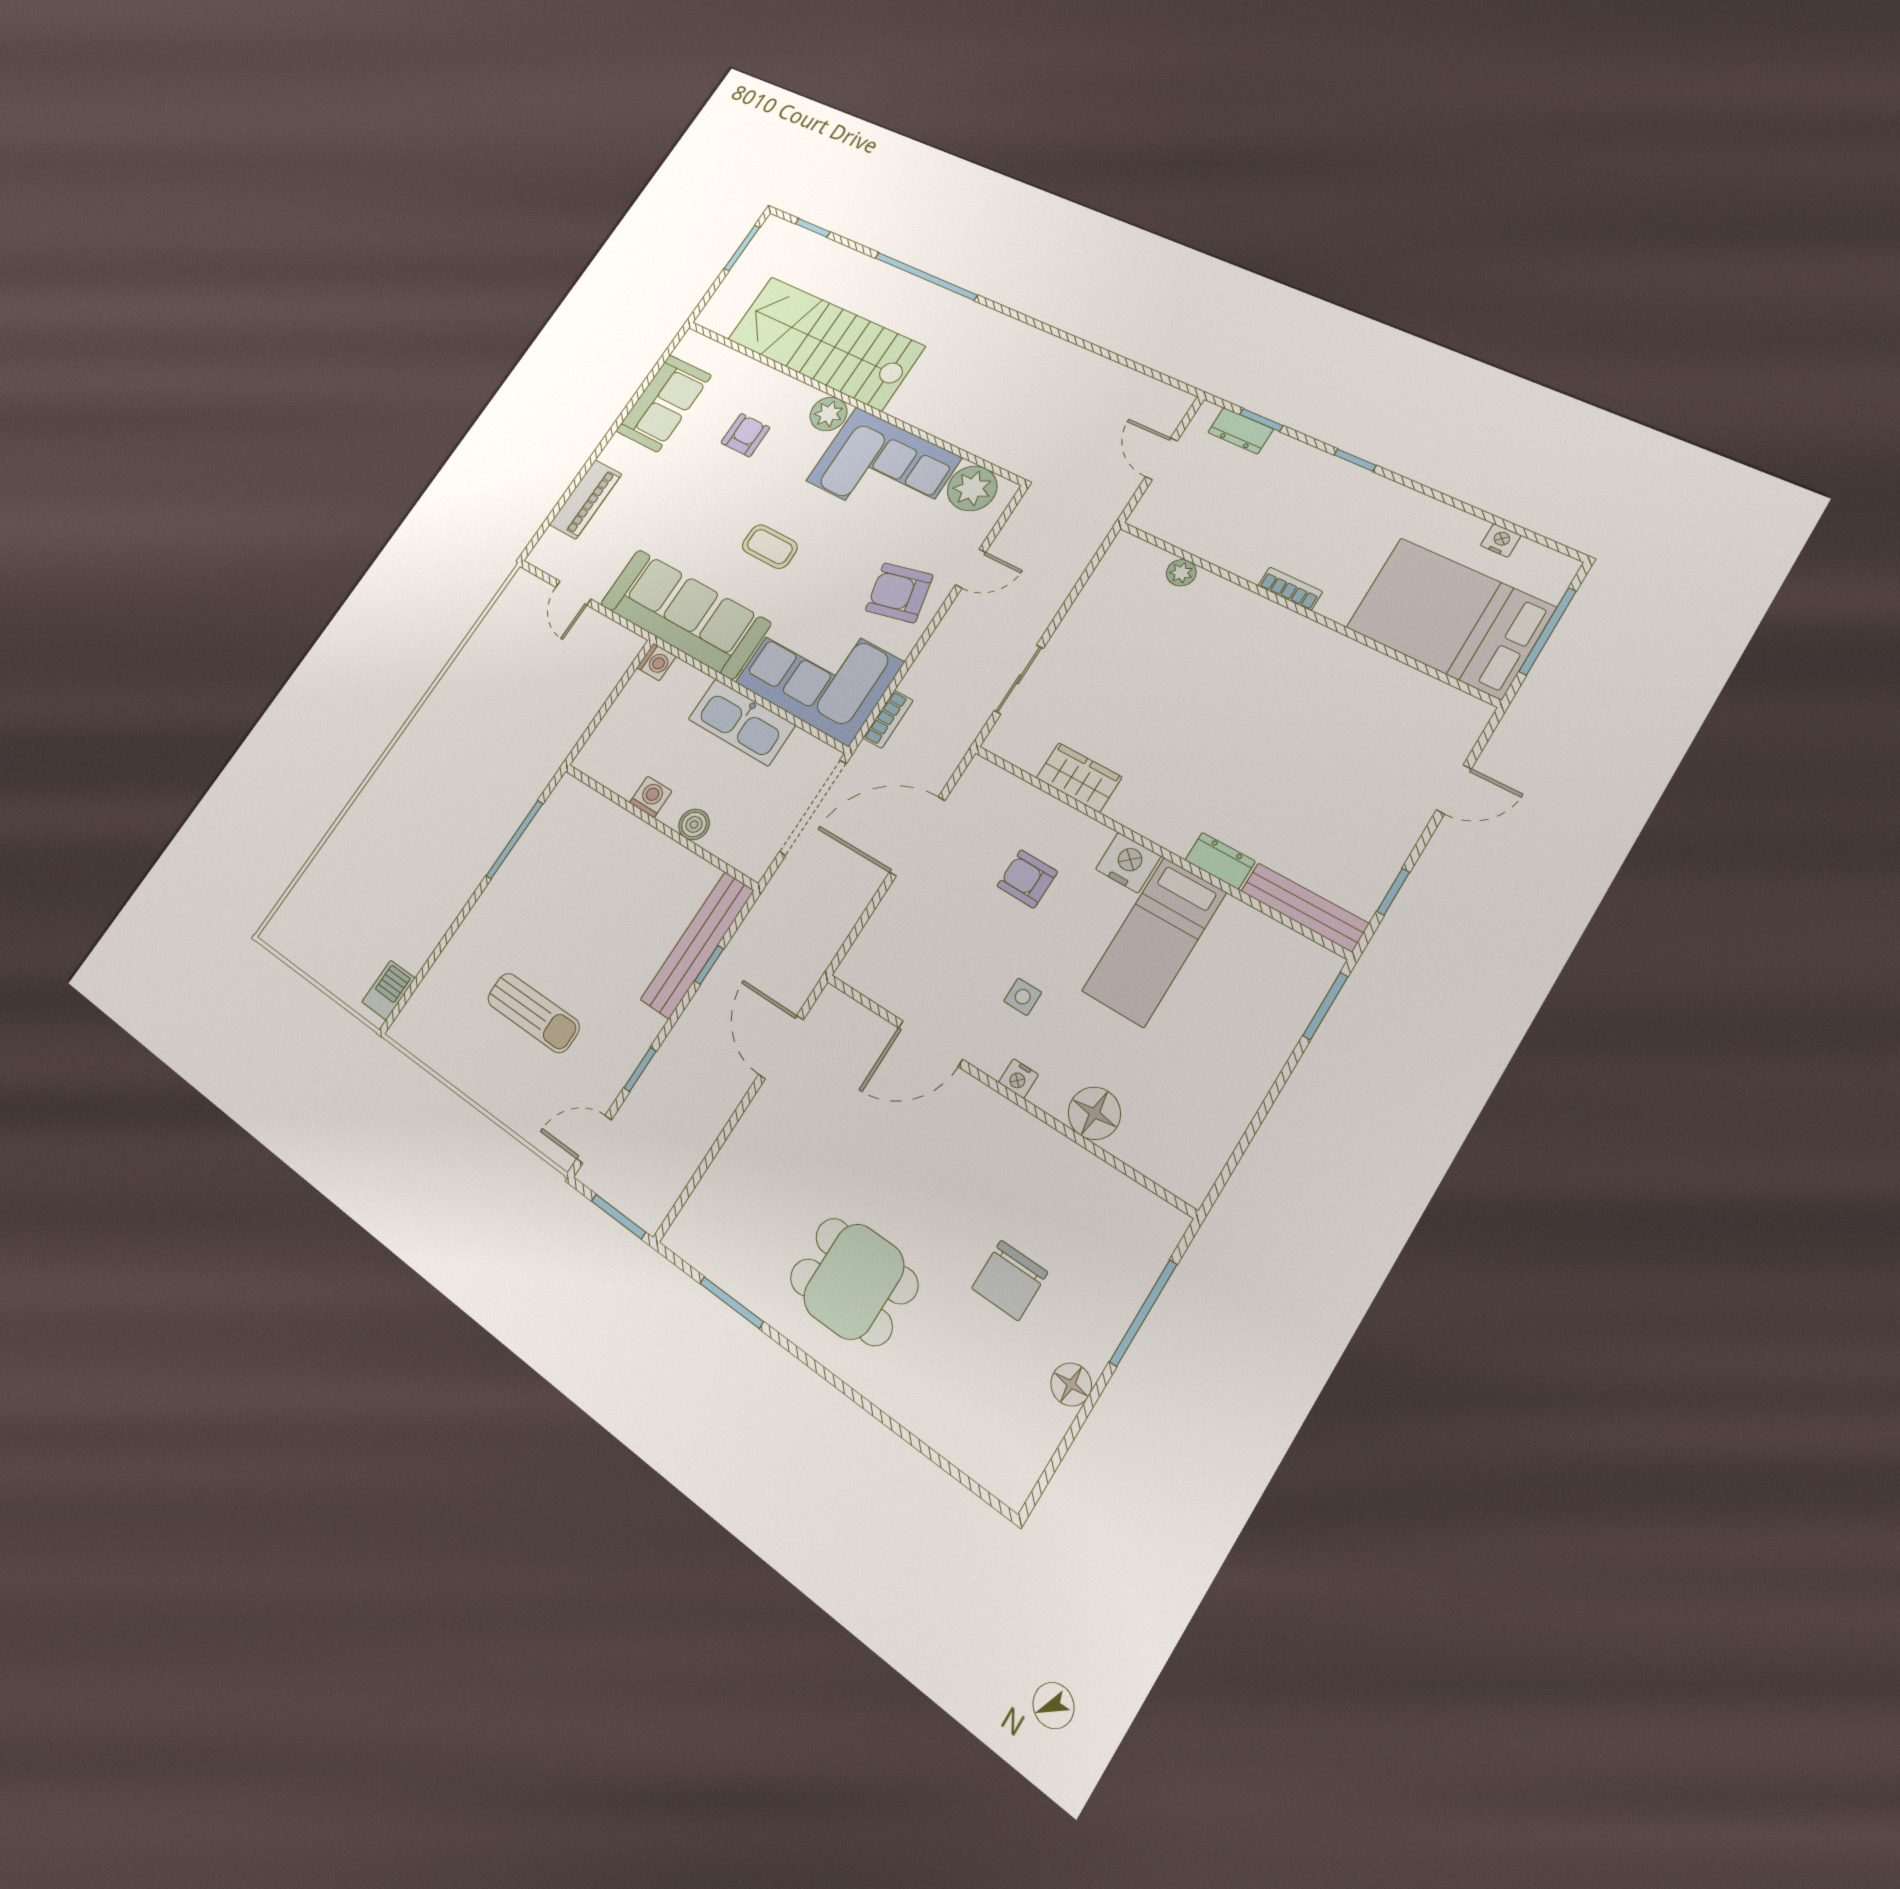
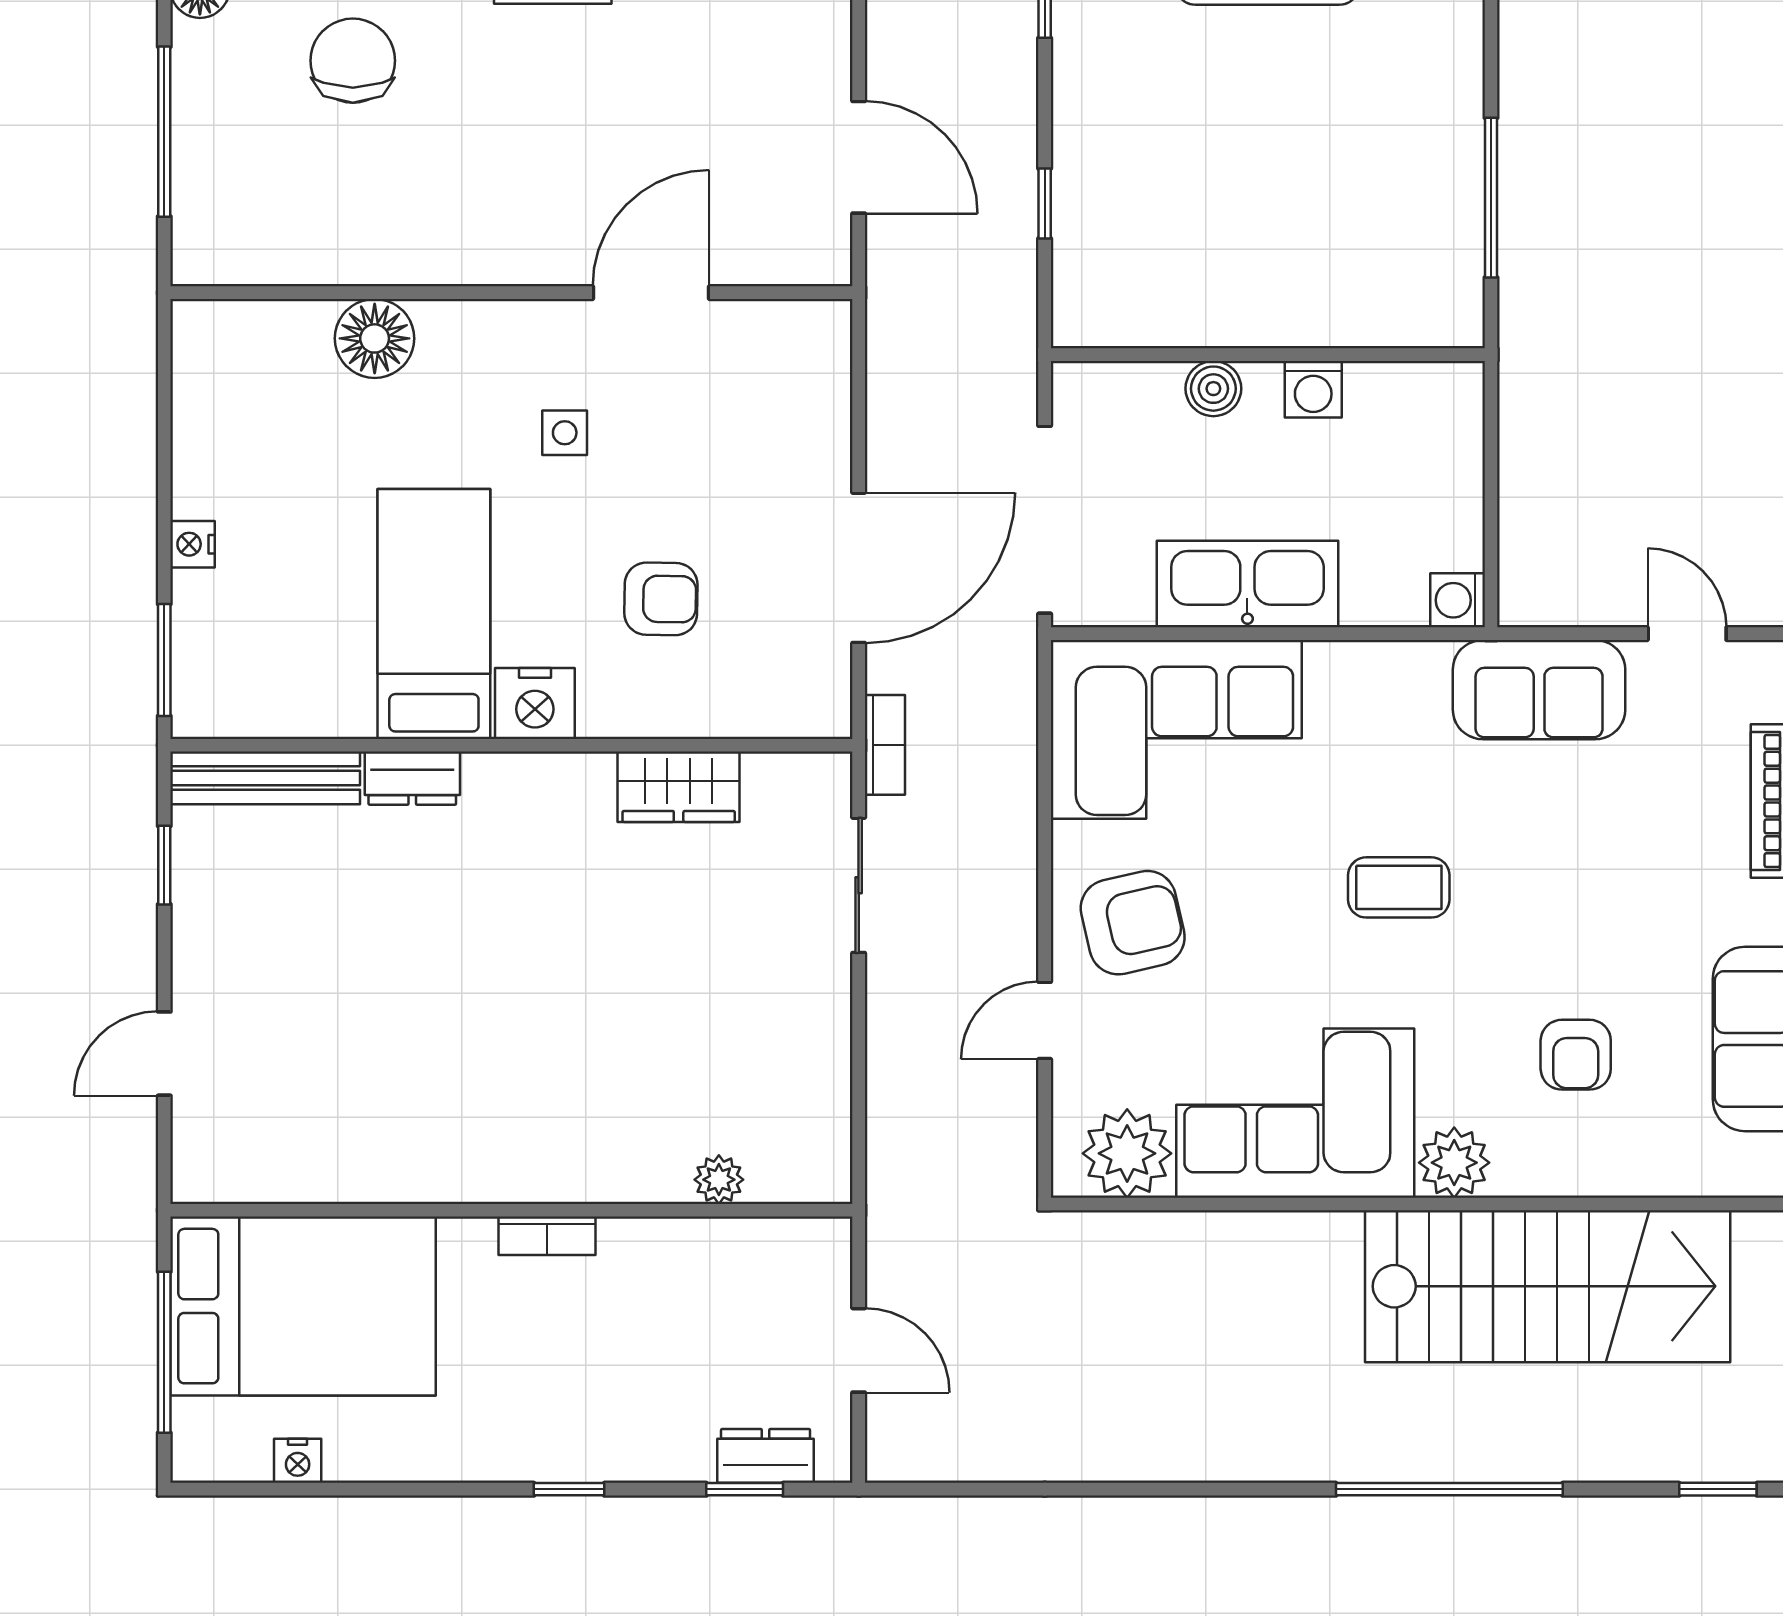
sofa: (685, 614) -> (1539, 690), width x0.54, depth x0.79
bookcase: (888, 719) -> (885, 745), moved, turned 180
bench: (697, 945) -> (1083, 220), removed
nightstand: (1019, 1079) -> (193, 544), moved, turned -90

